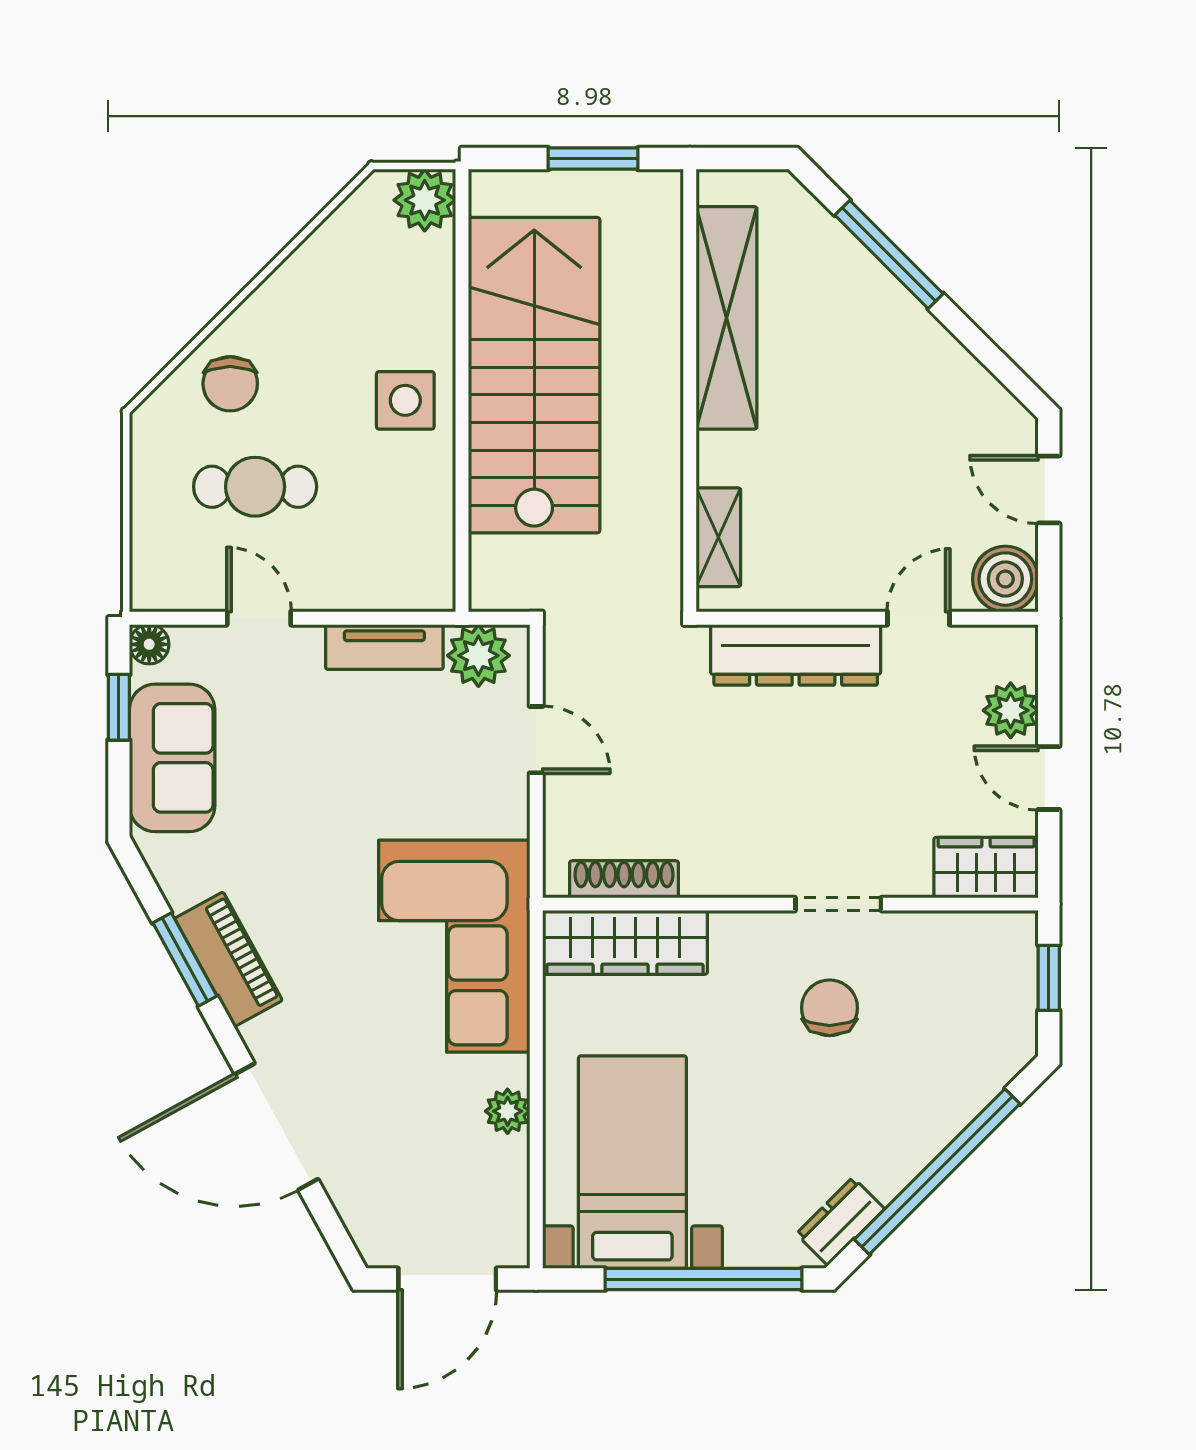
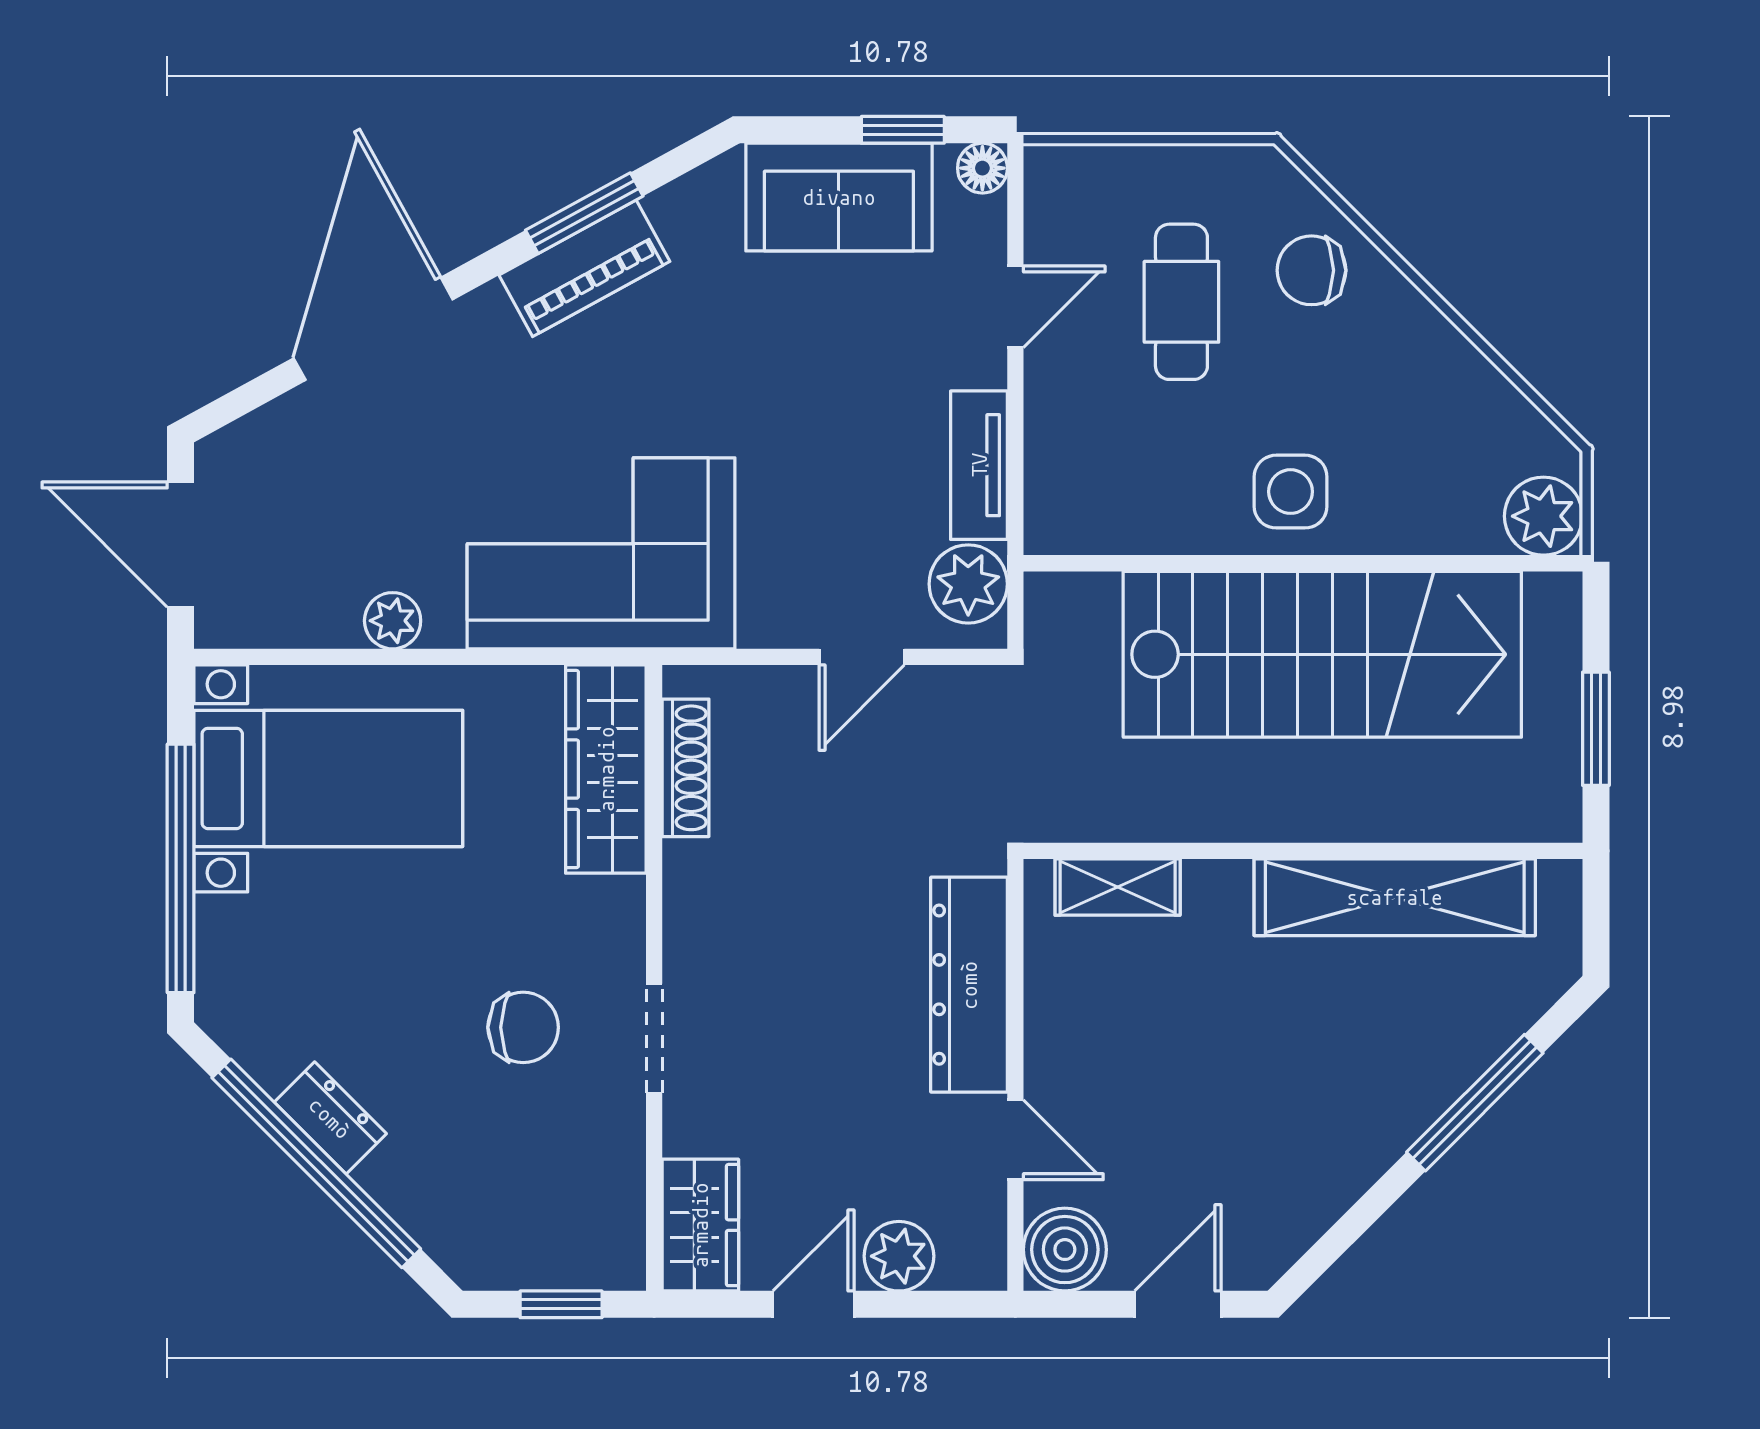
dresser: (840, 1221) -> (330, 1118), moved

